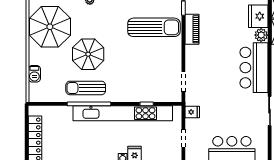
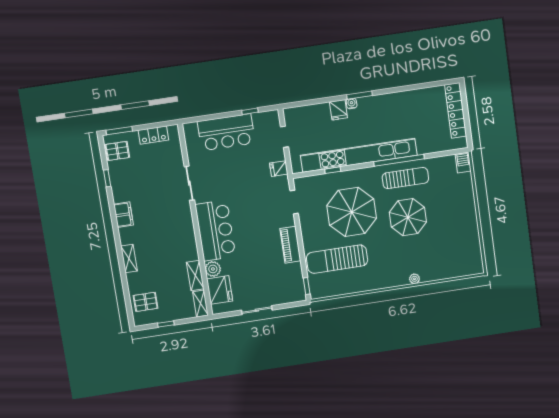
parasol: (50, 27) -> (352, 212), moved
piano: (192, 29) -> (290, 245), moved
barbecue: (34, 74) -> (463, 163), moved

